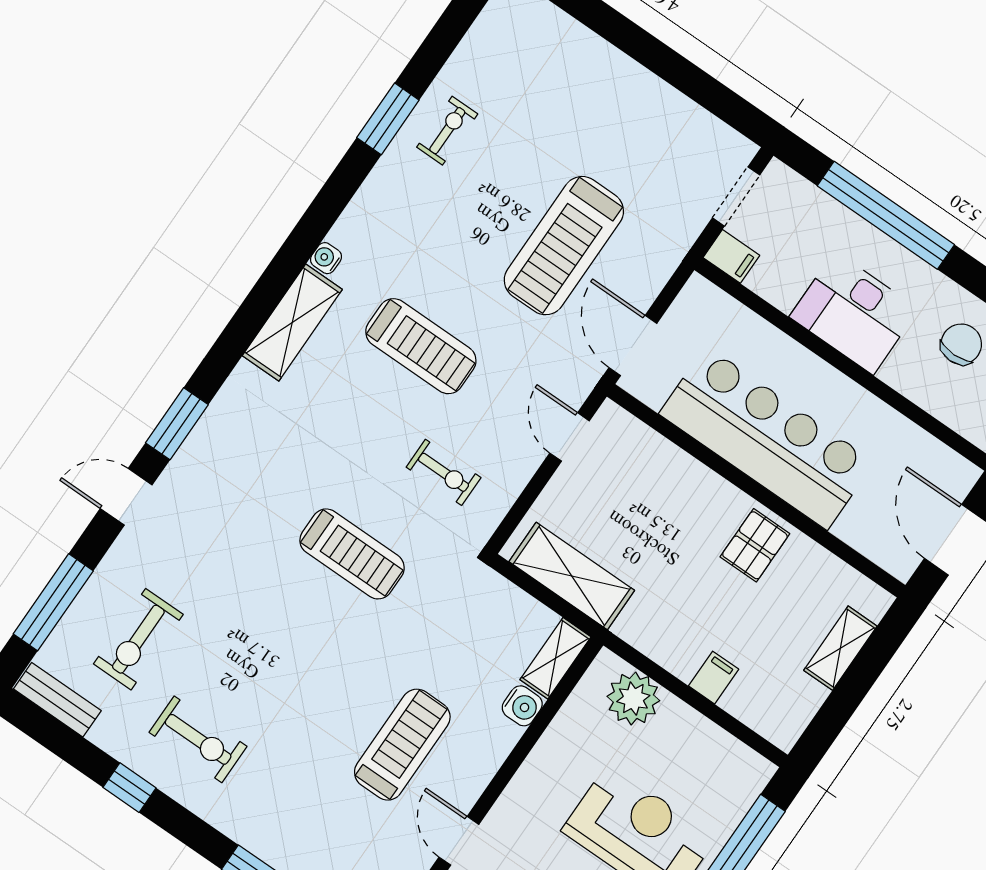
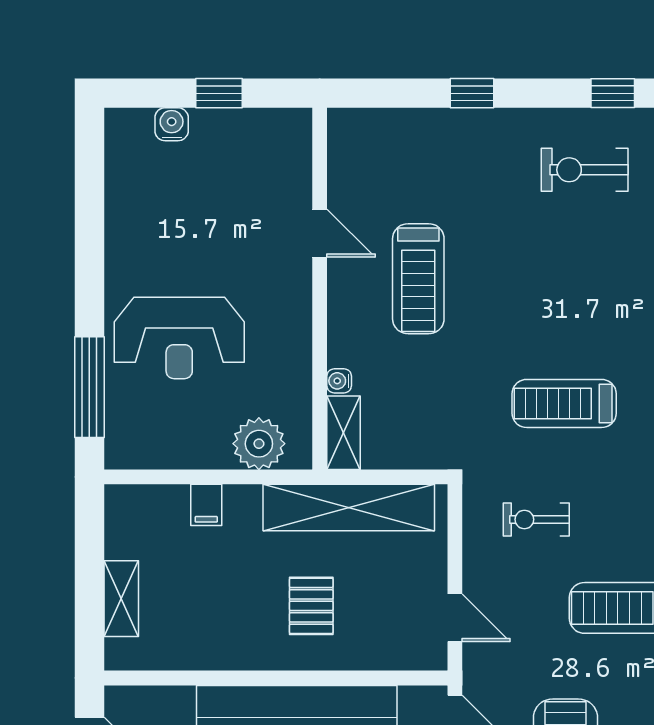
pallet: (755, 545) -> (311, 606), moved
shelving: (572, 576) -> (349, 508), width x1.47
water cooler: (522, 706) -> (339, 381), width x0.72, depth x0.72

